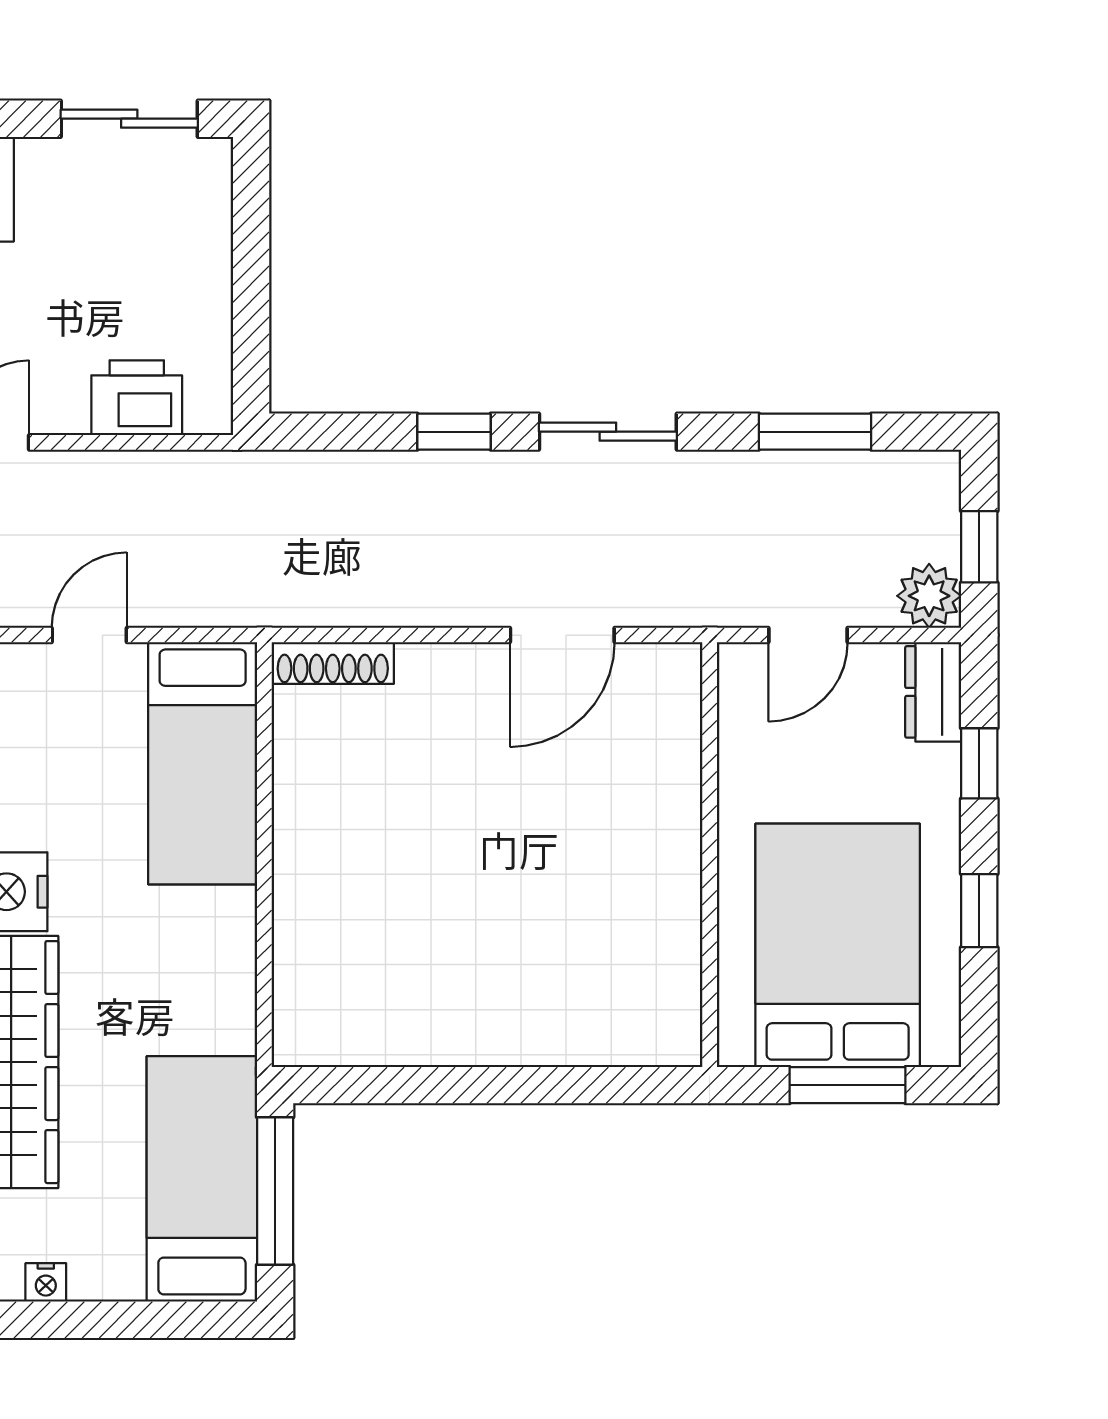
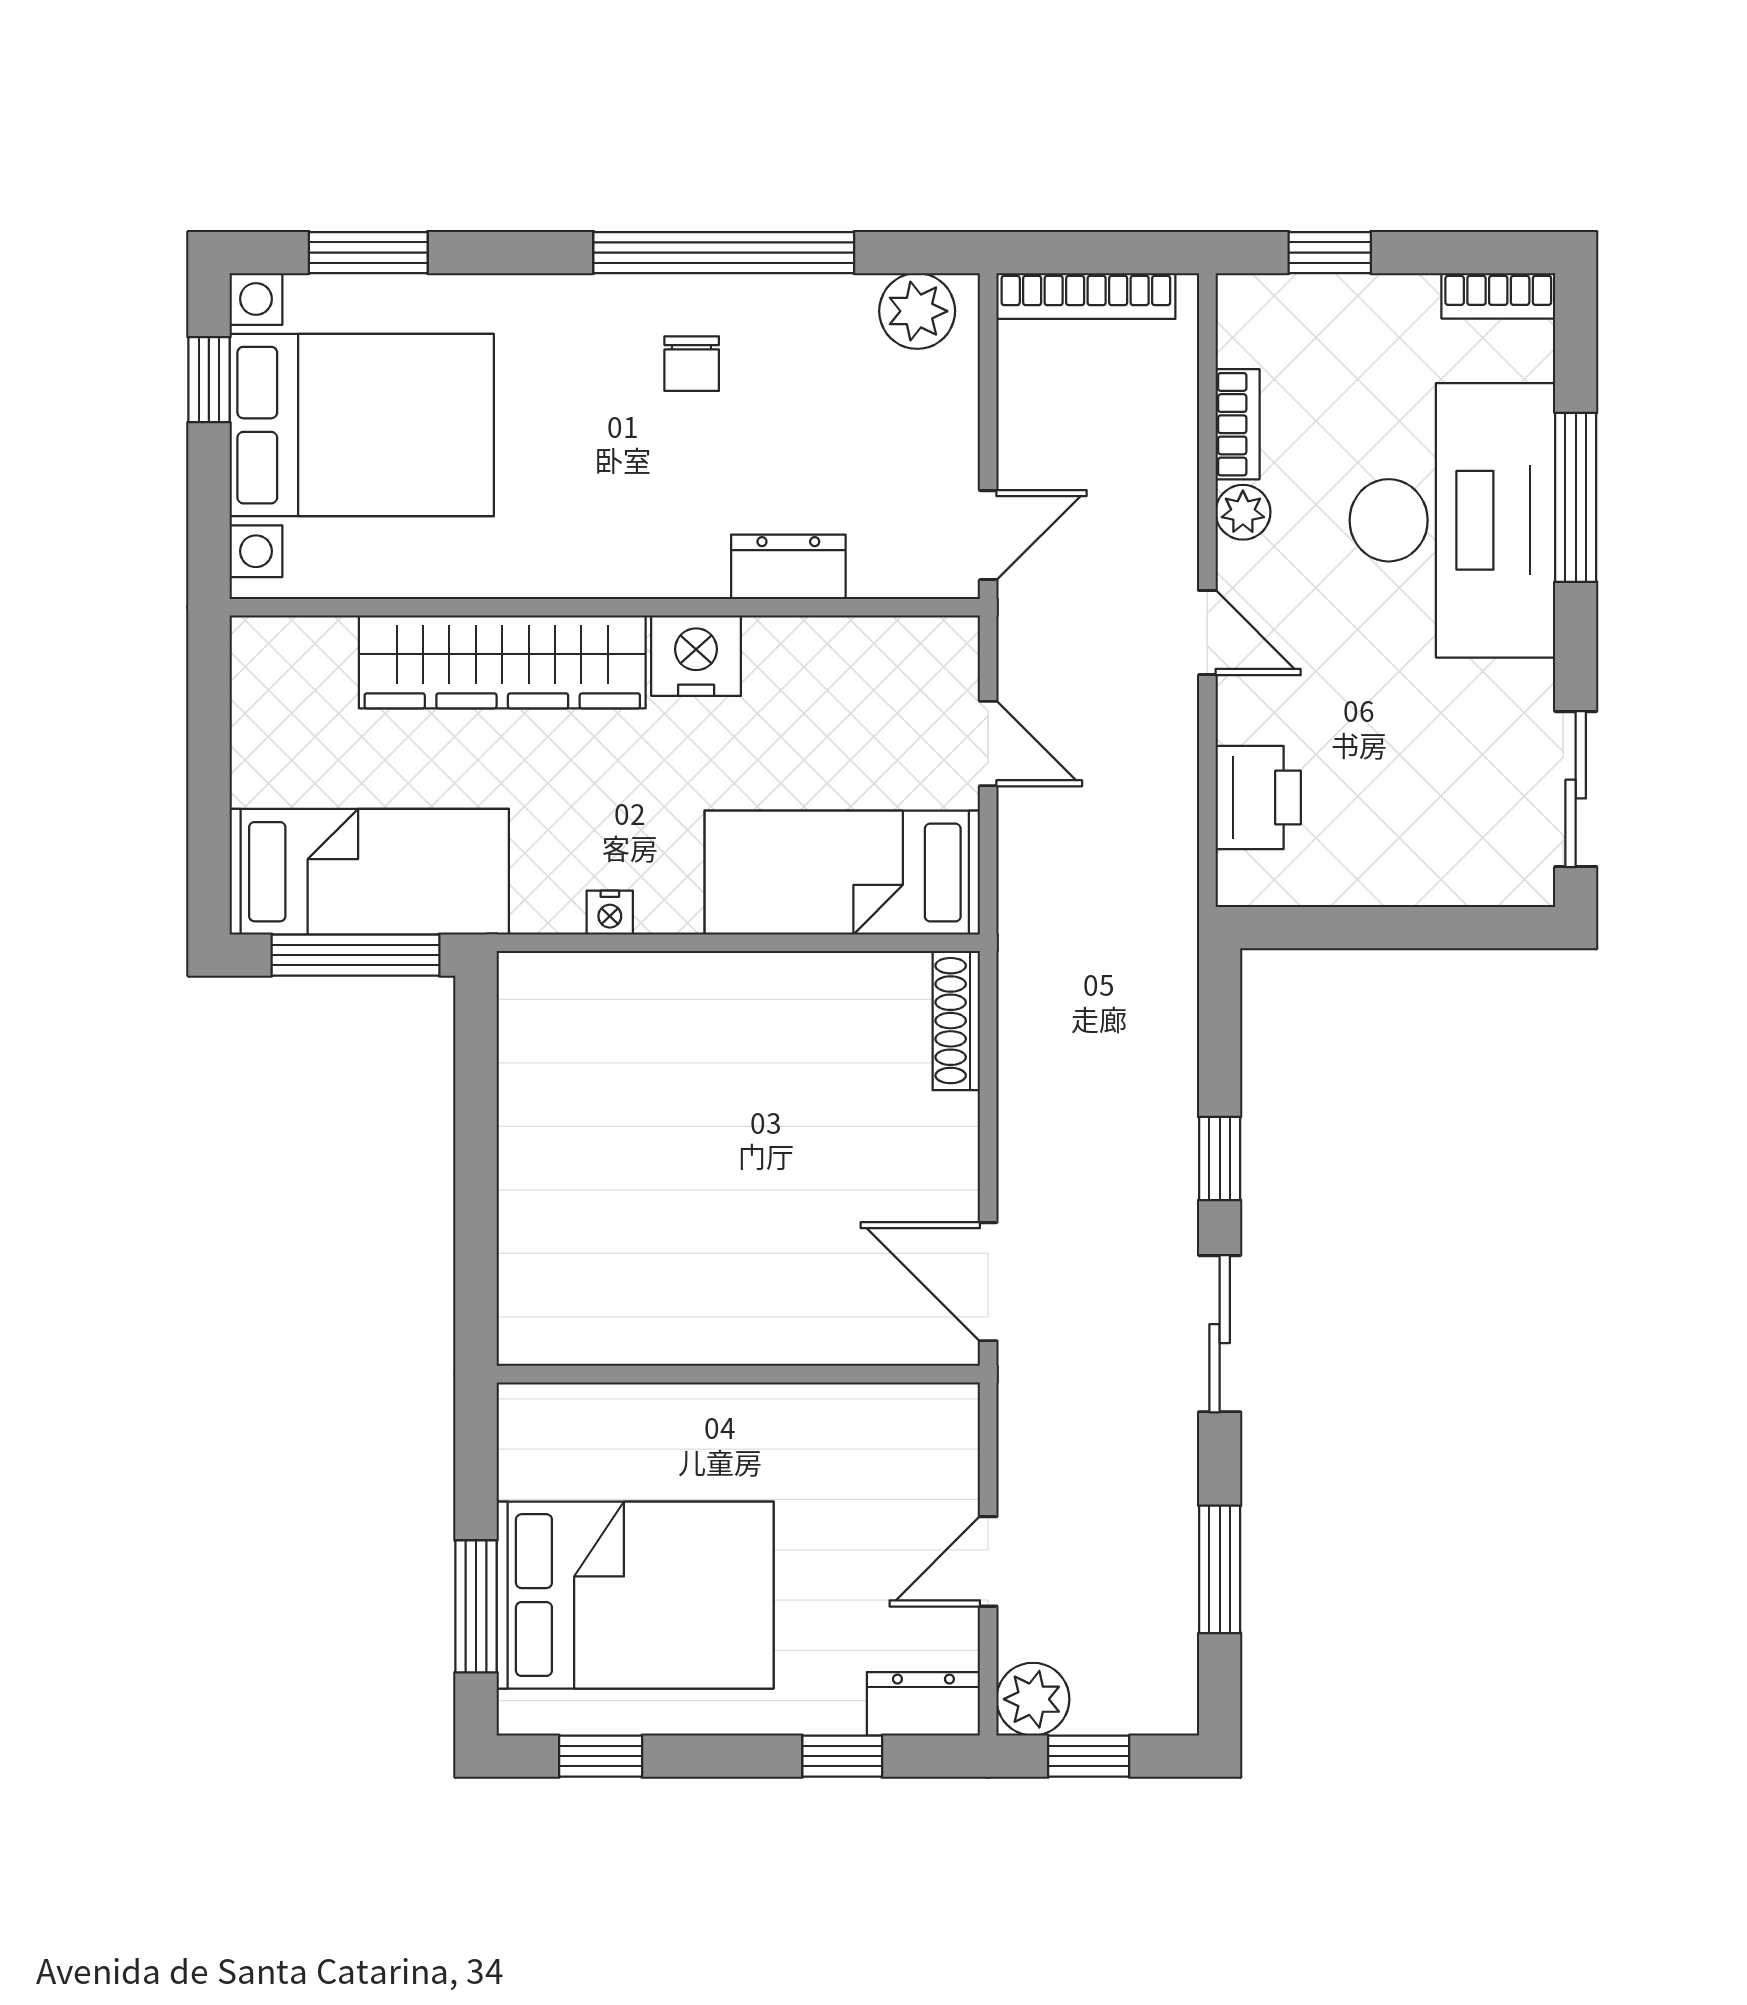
door: (808, 635) -> (988, 1561), hinge flipped
wall: (710, 855) -> (738, 1374), moved
window: (979, 911) -> (601, 1756), moved
nightstand: (46, 1282) -> (610, 913), moved, turned -90

